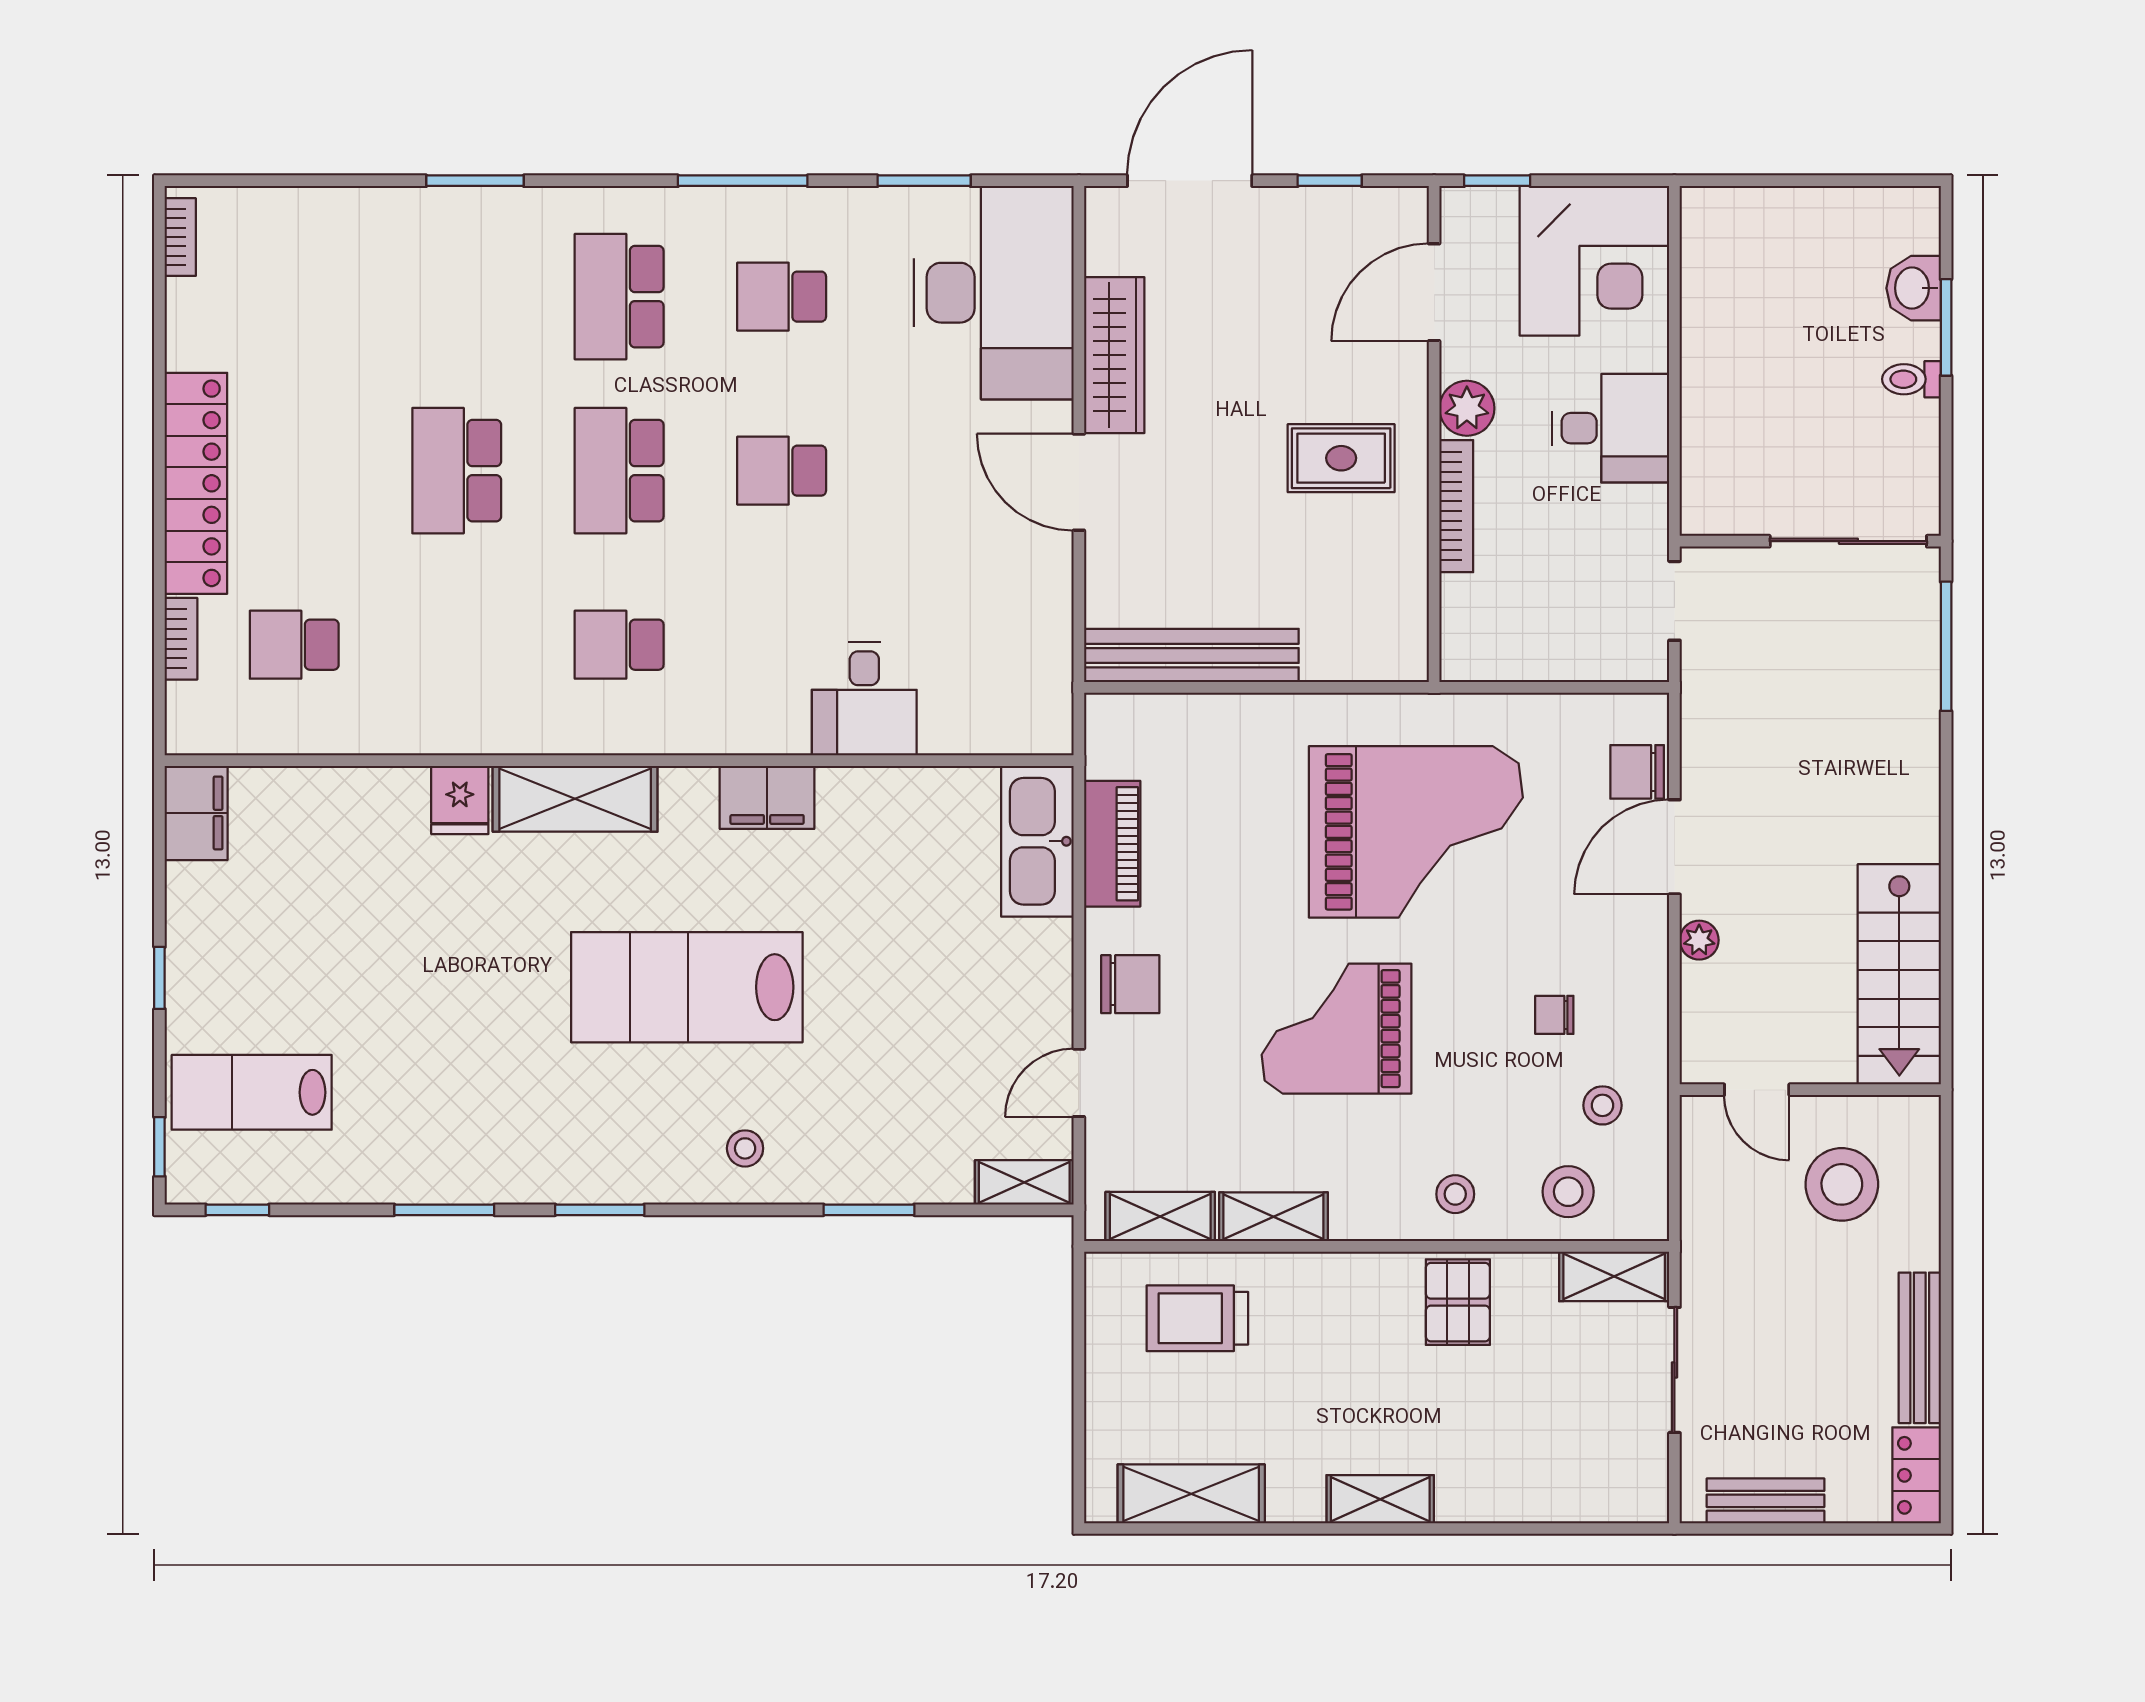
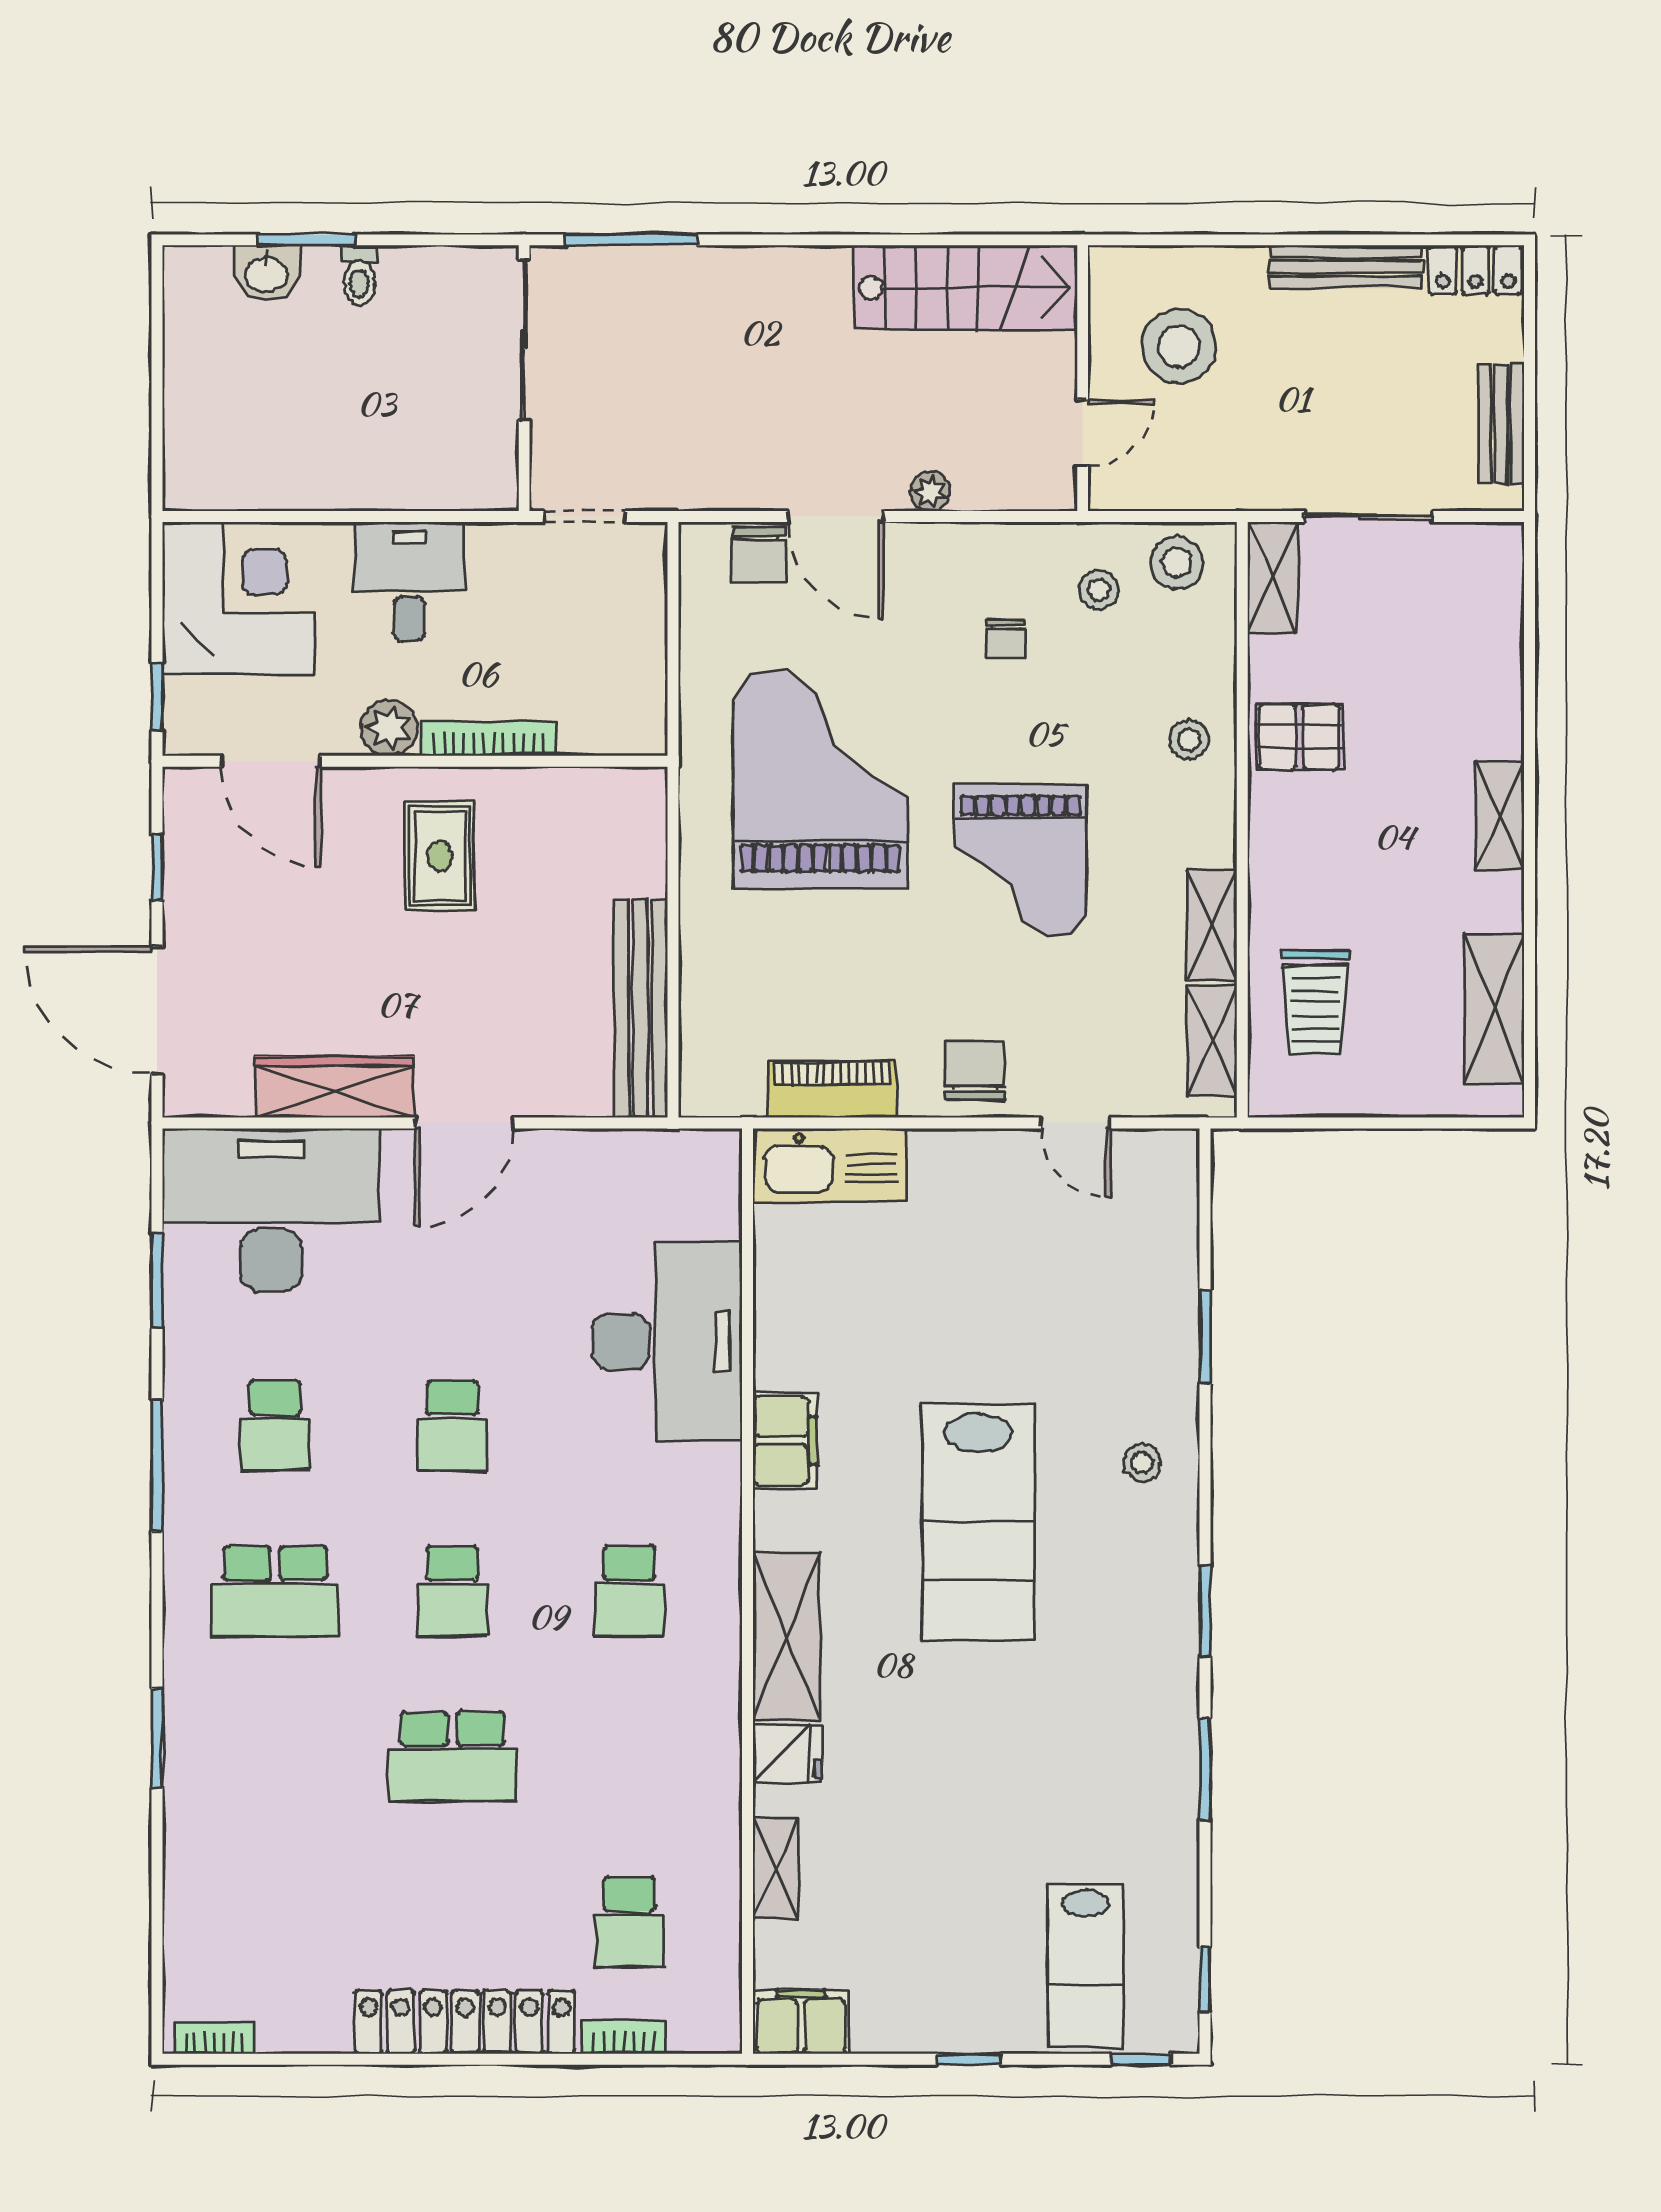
school desk: (619, 471) -> (452, 1591), width x0.54
desk: (864, 699) -> (667, 1341), width x1.87, depth x1.30
shelving: (1024, 1182) -> (775, 1869), moved
stool: (1568, 1192) -> (1177, 563), moved

